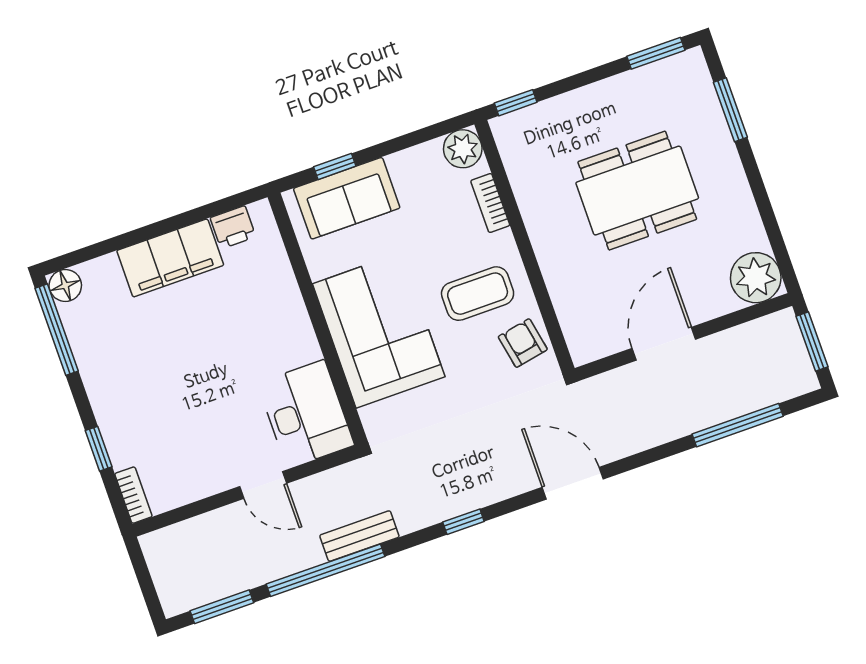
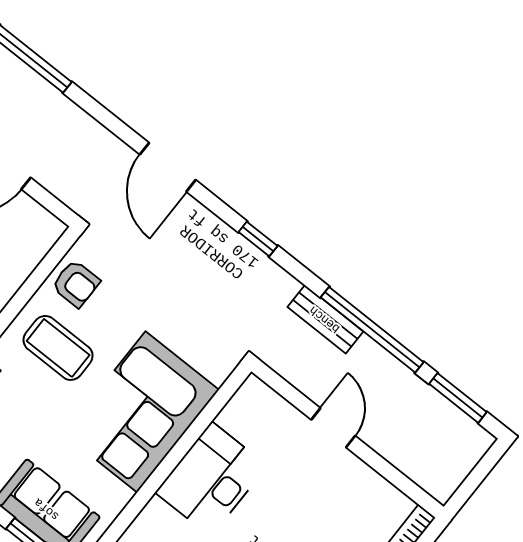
armchair: (523, 343) -> (76, 284), turned -79
desk: (306, 414) -> (211, 479), moved

